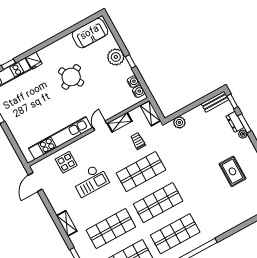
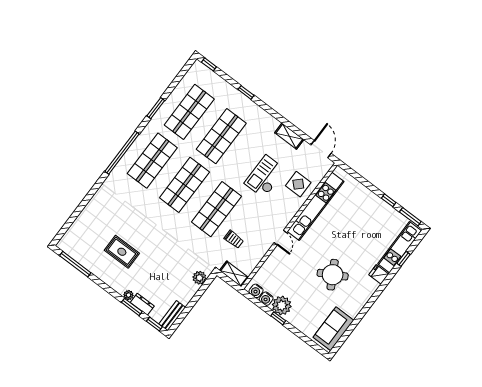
plant: (116, 57) -> (282, 306), moved
shelving: (120, 122) -> (261, 250), removed
shelving: (67, 223) -> (289, 136), moved

